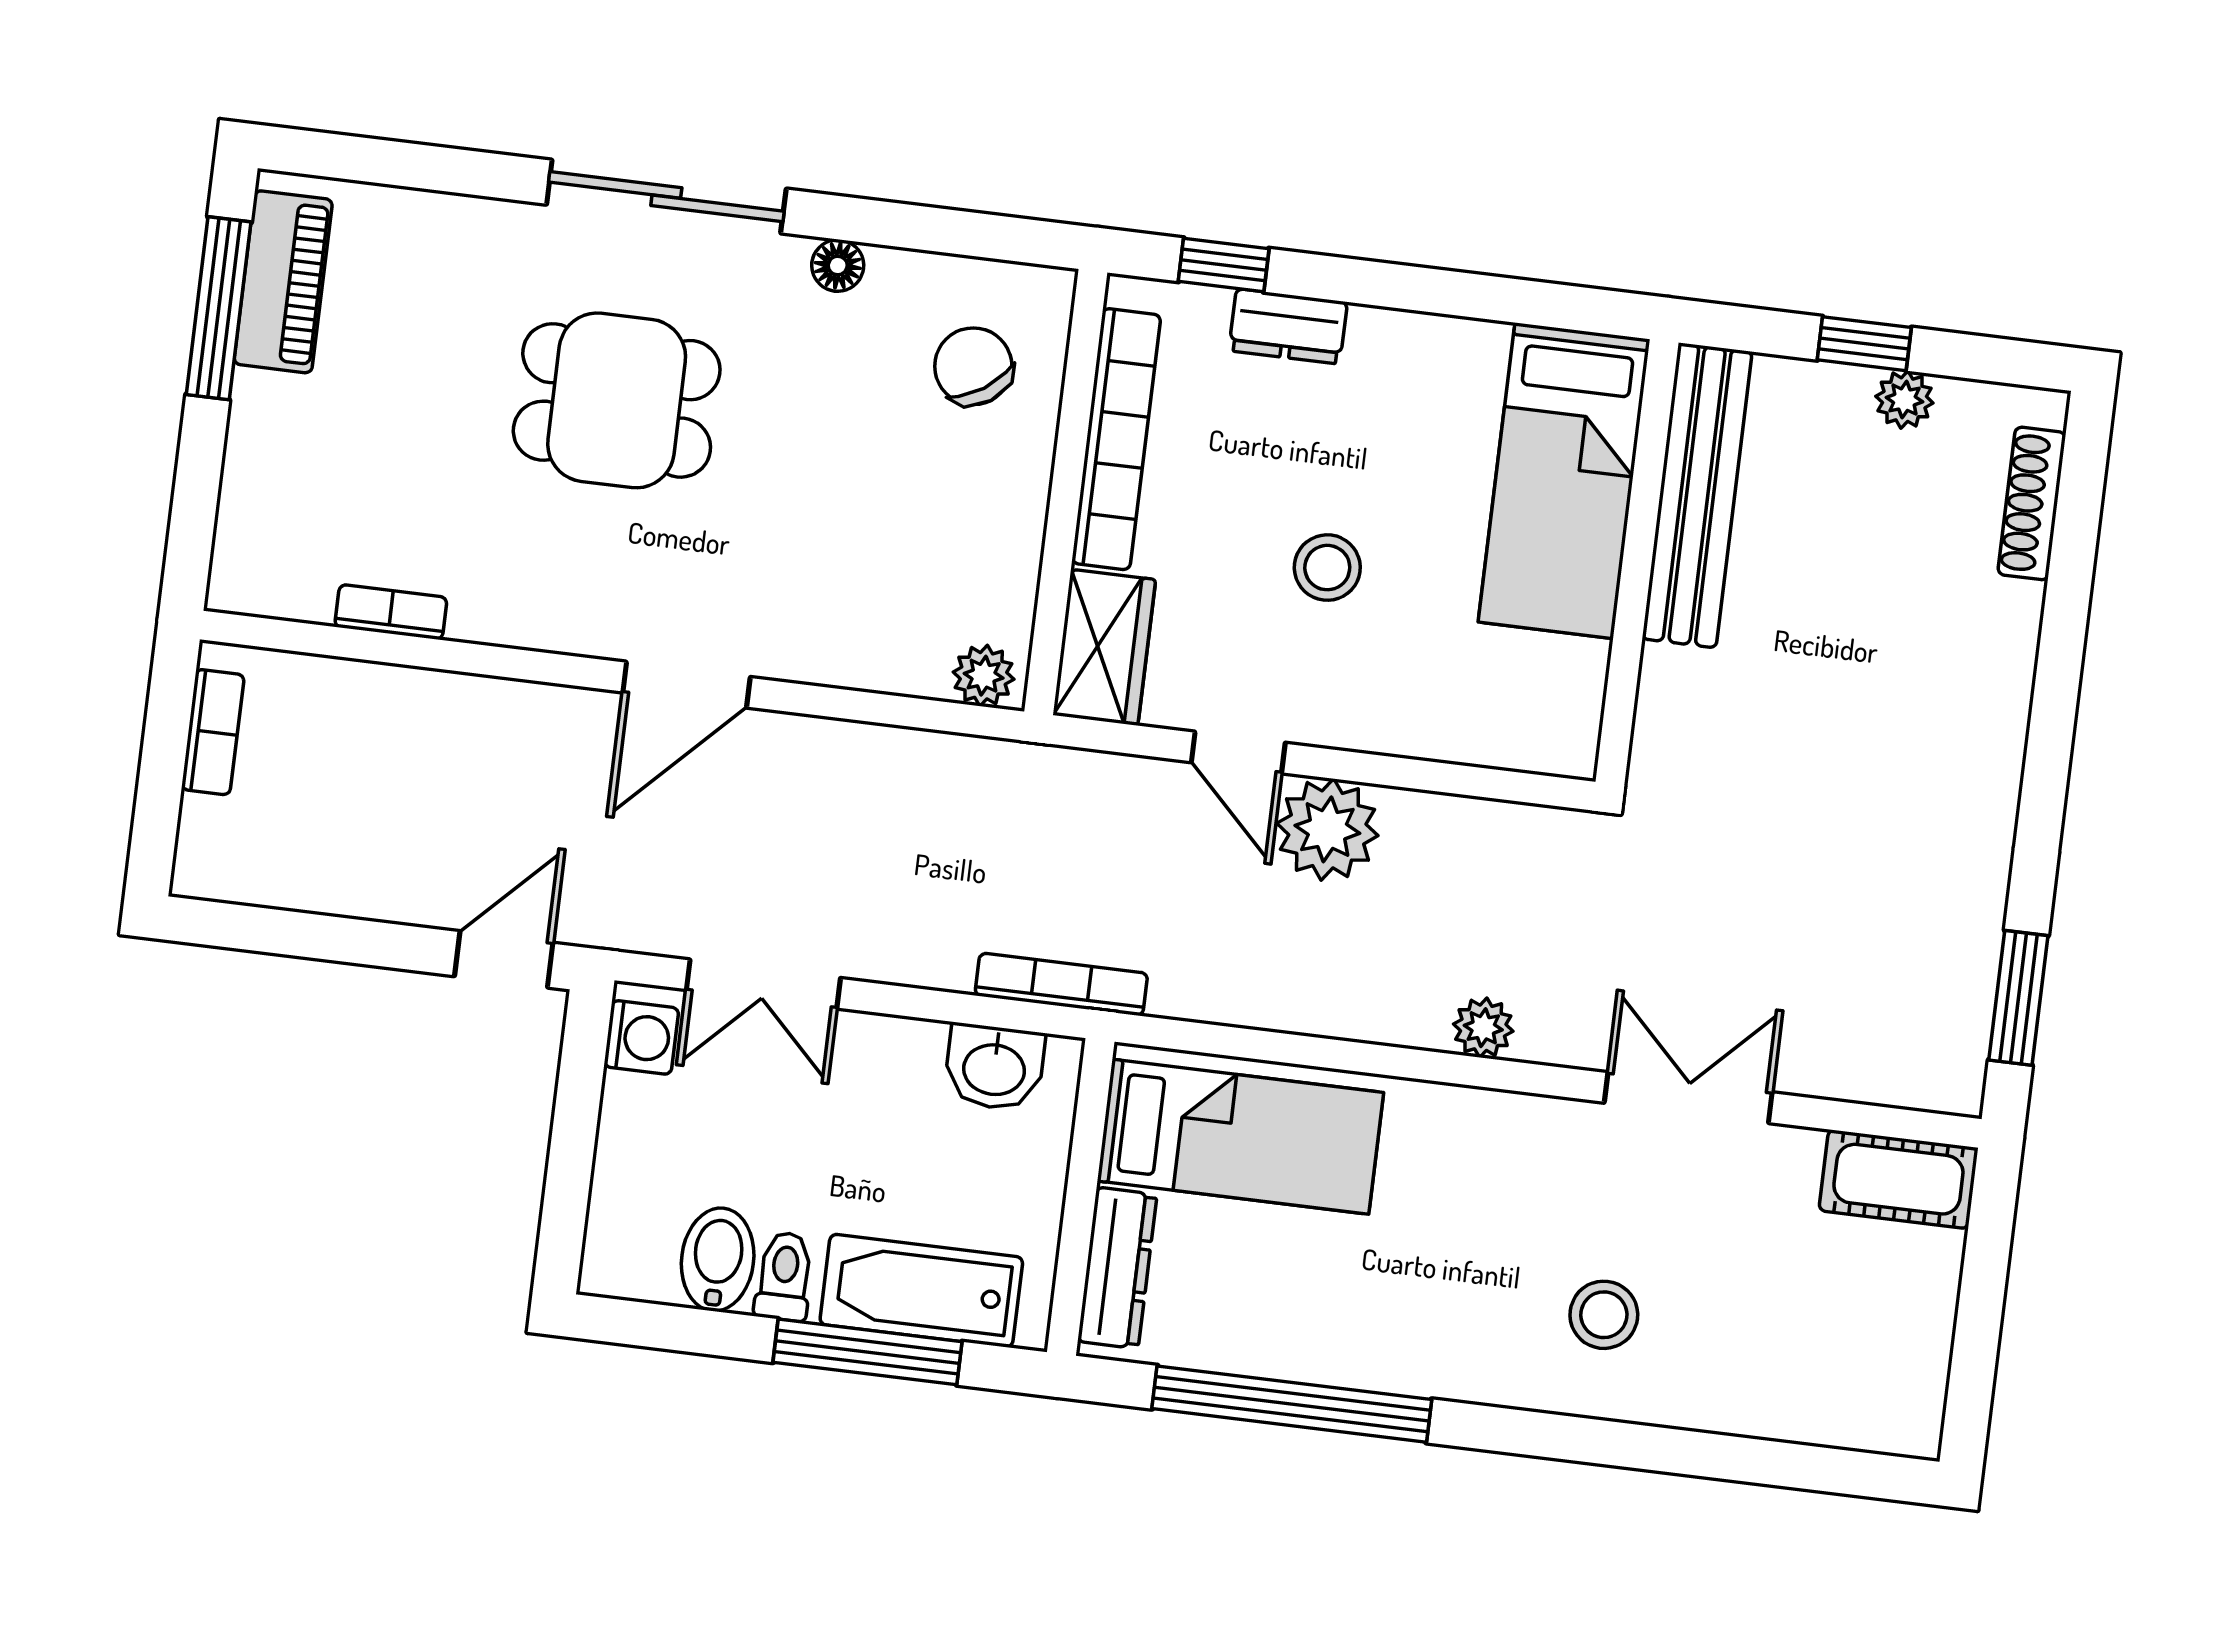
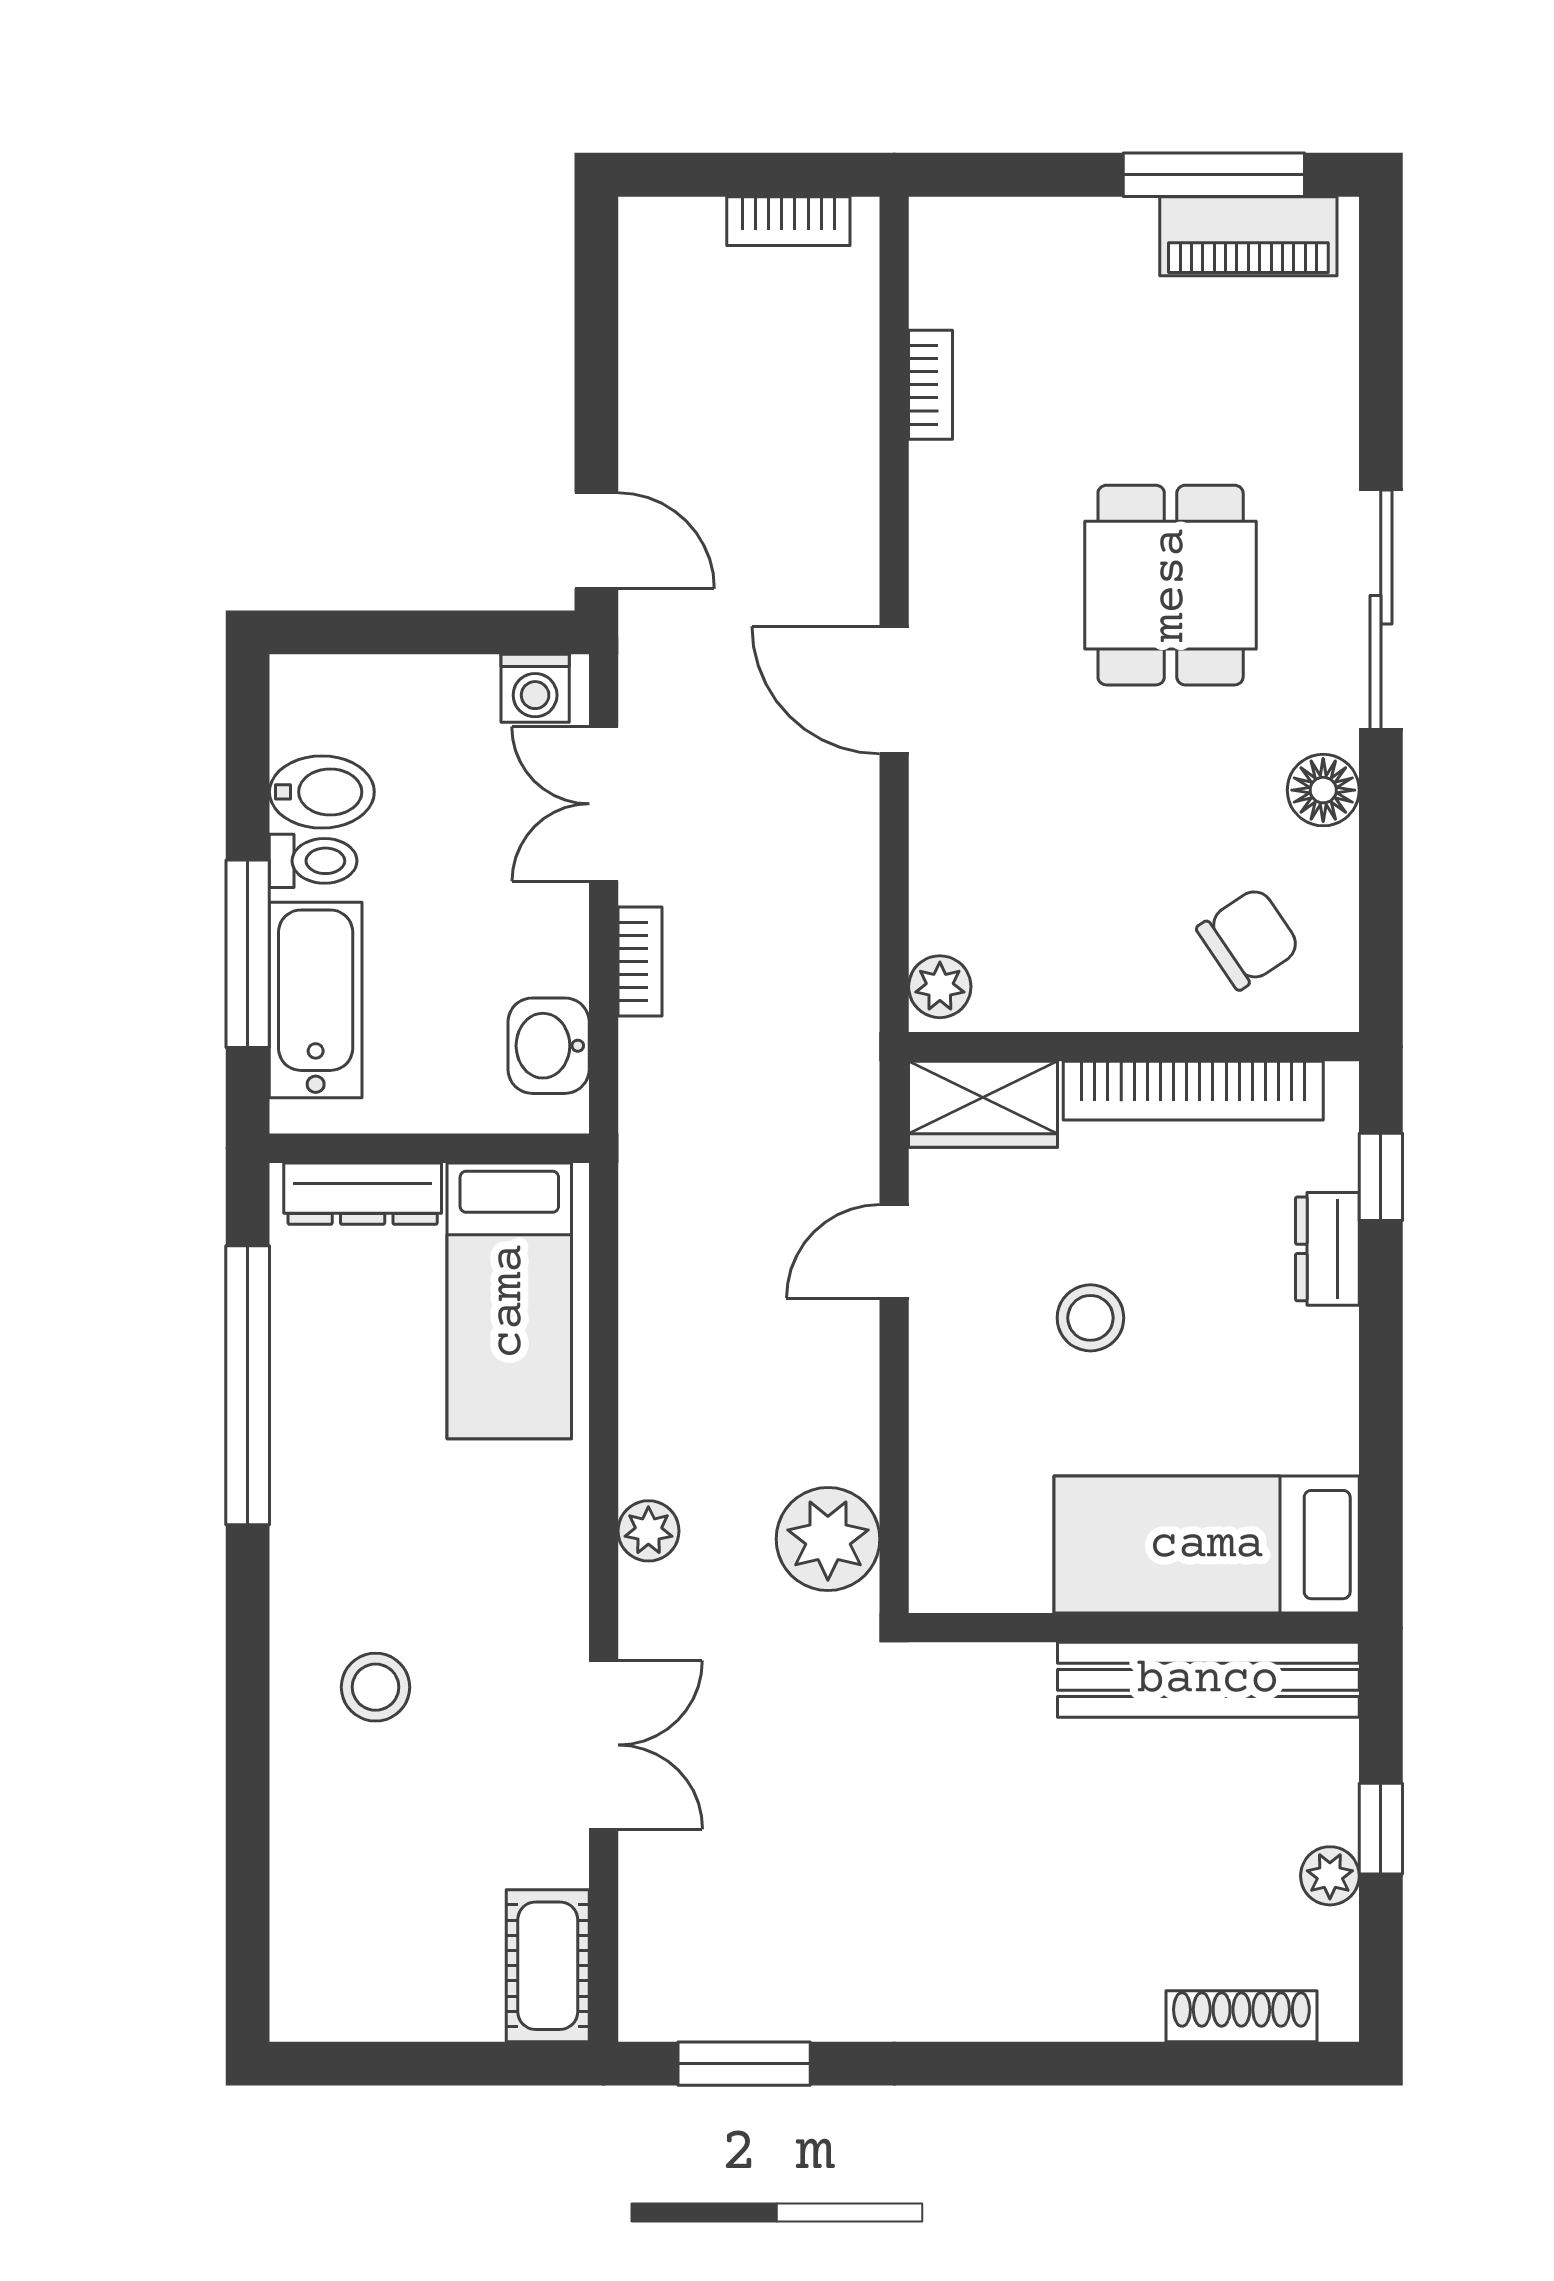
floor lamp: (838, 266) -> (1323, 790), width x1.37, depth x1.37
plant: (1327, 829) -> (828, 1539), moved
bookcase: (1061, 984) -> (640, 962), moved, width x0.64

